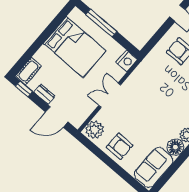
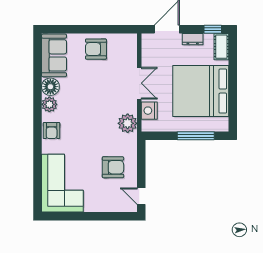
bed: (75, 47) -> (201, 91), width x1.36
nightstand: (127, 61) -> (149, 111), moved
plant: (95, 130) -> (128, 123), moved

